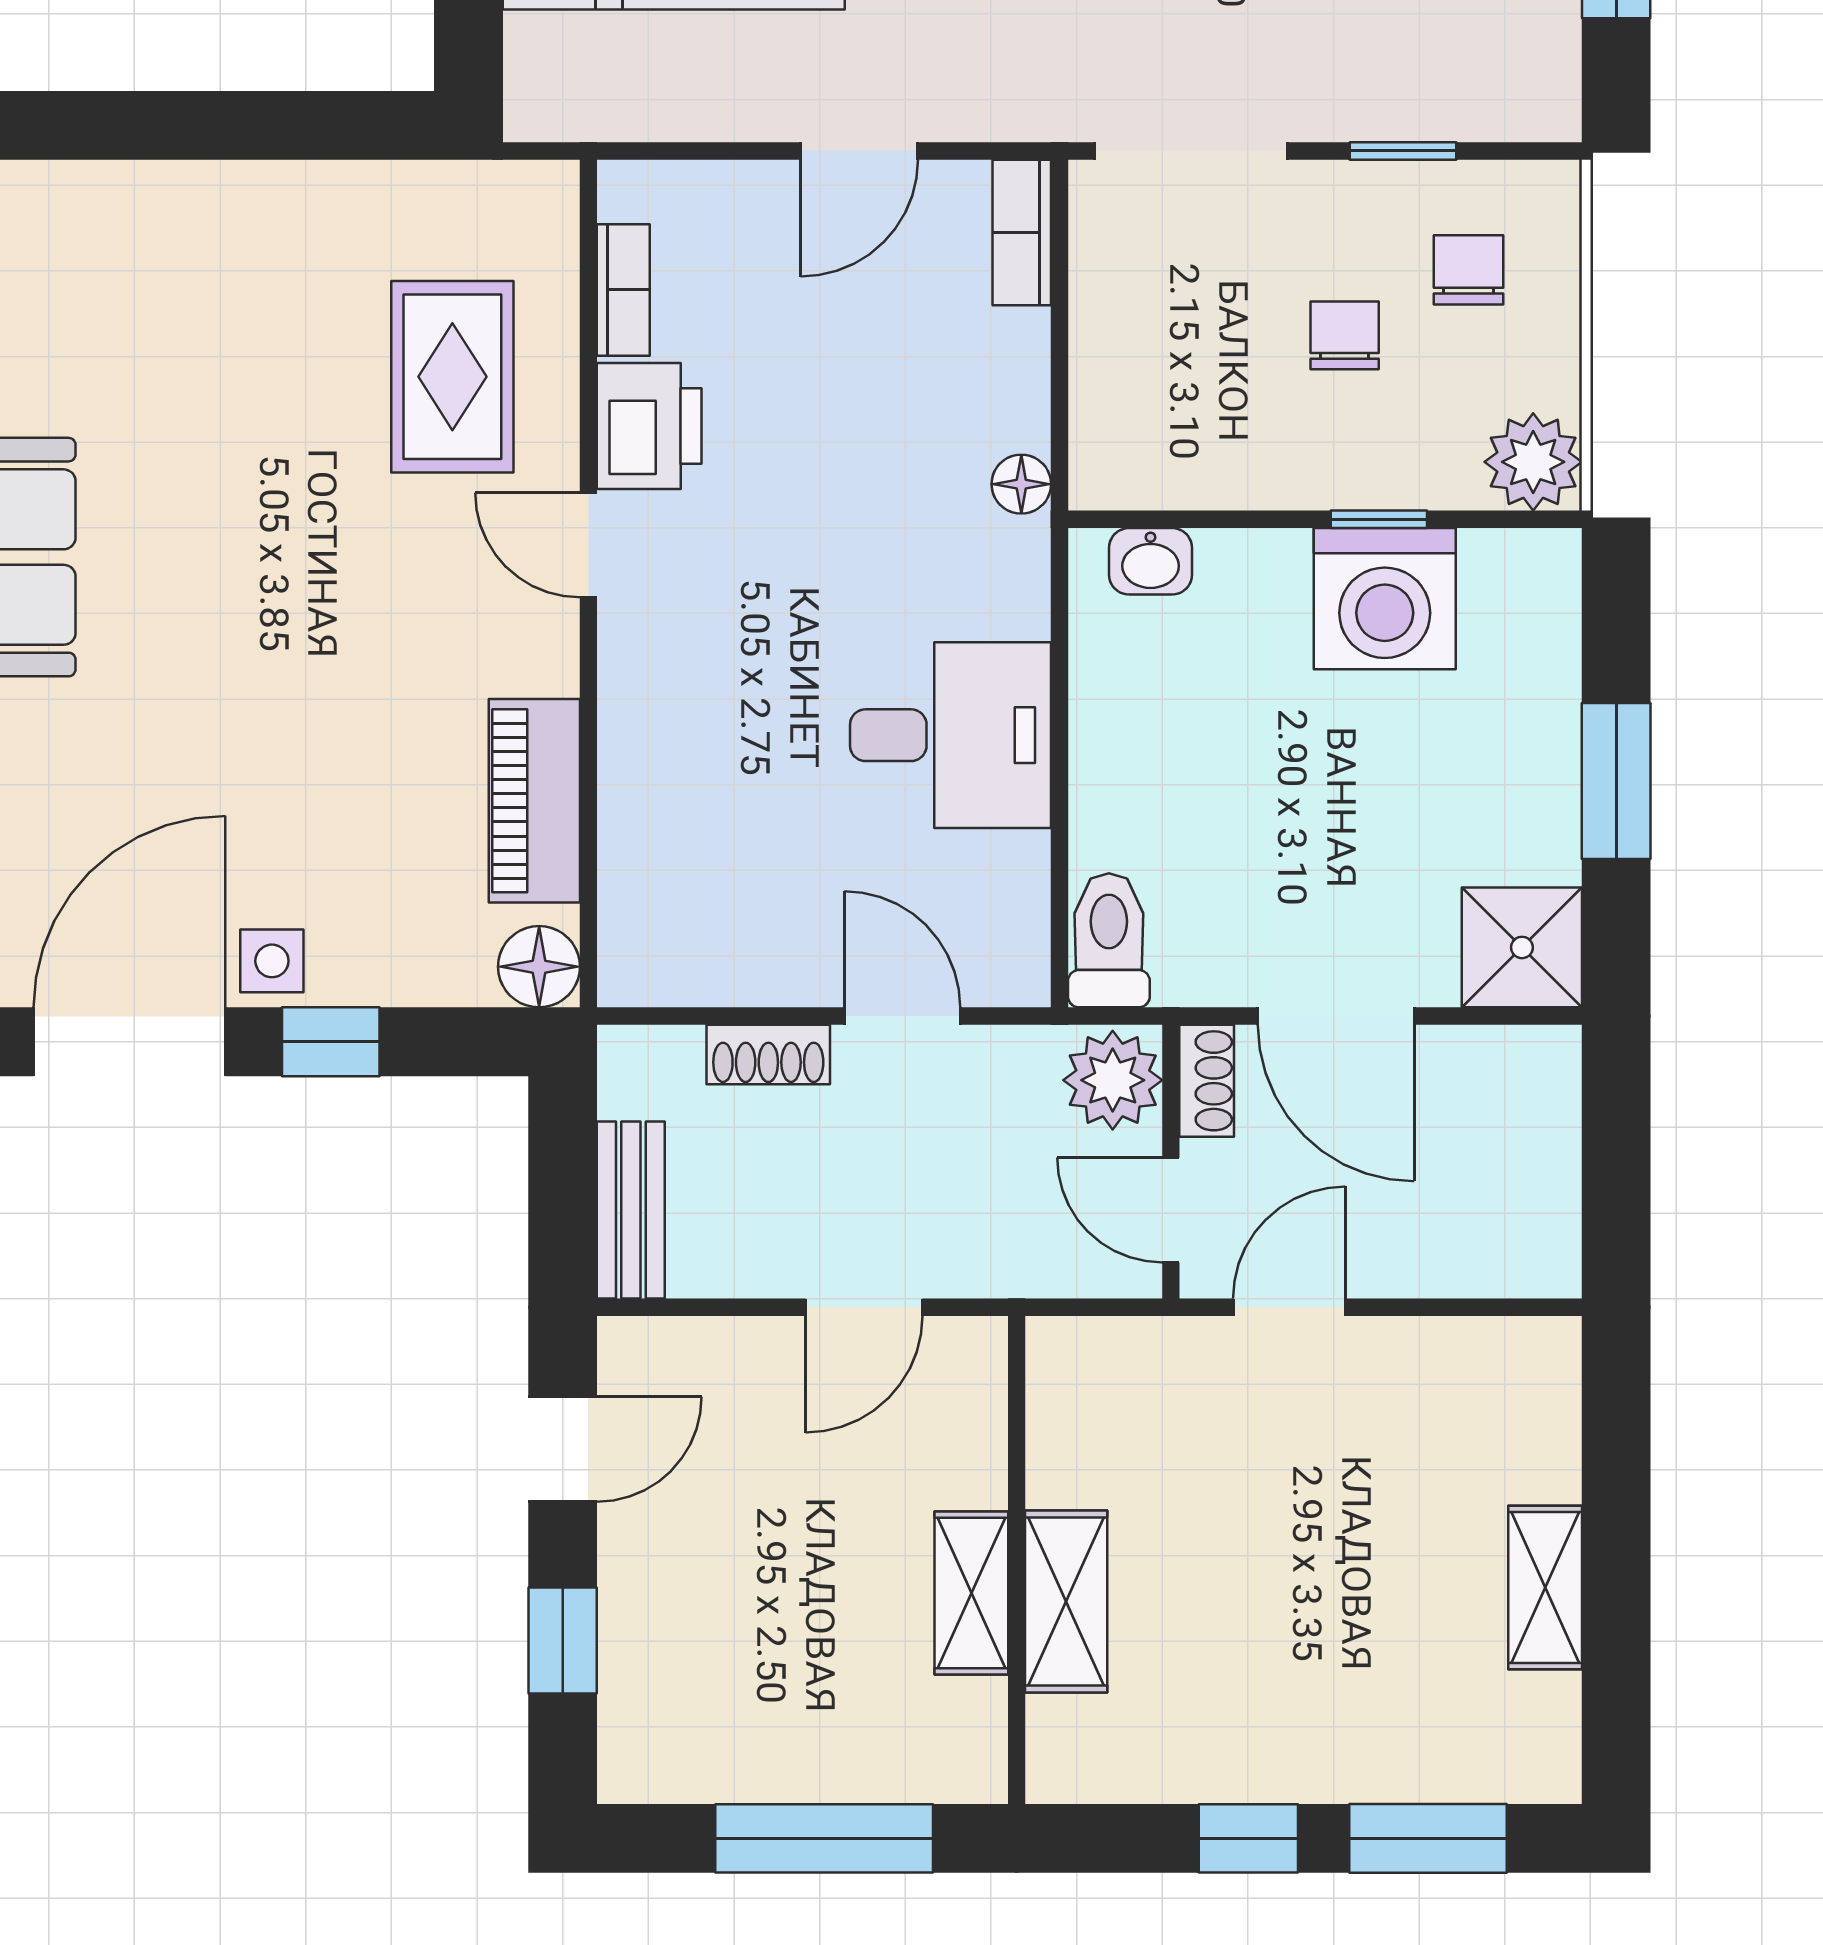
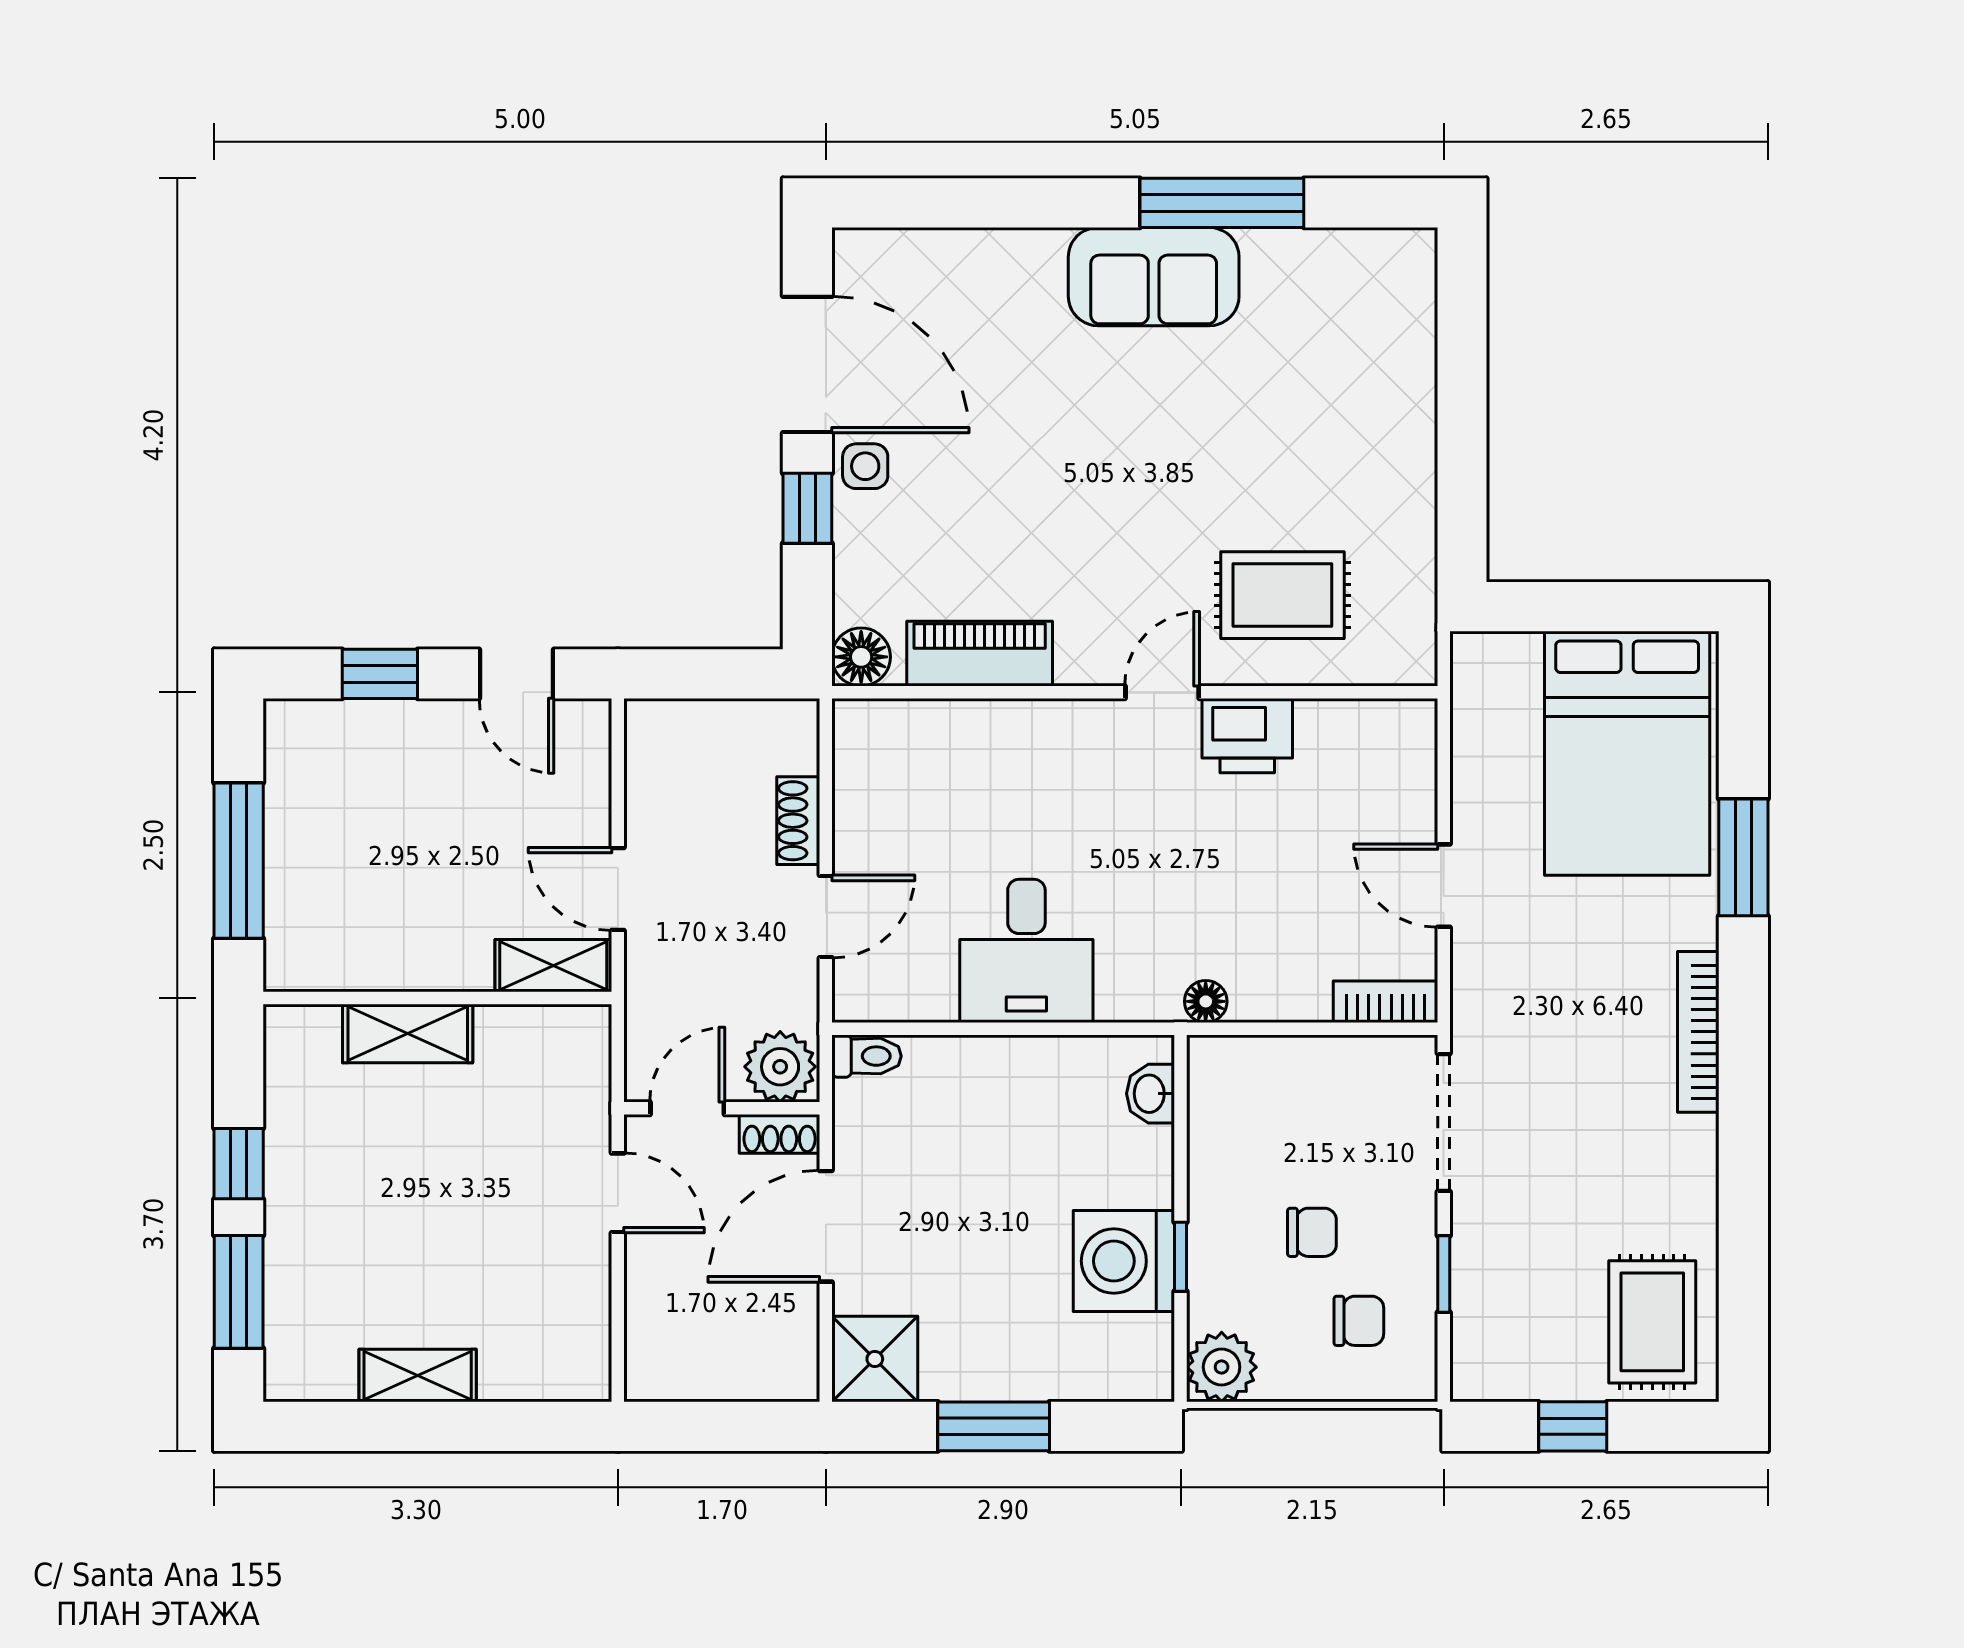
bookcase: (623, 290) -> (1344, 717), removed
toilet: (1109, 940) -> (867, 1056), width x0.73, depth x0.72
bench: (631, 1210) -> (687, 723), removed
shelving: (971, 1593) -> (553, 966), moved

